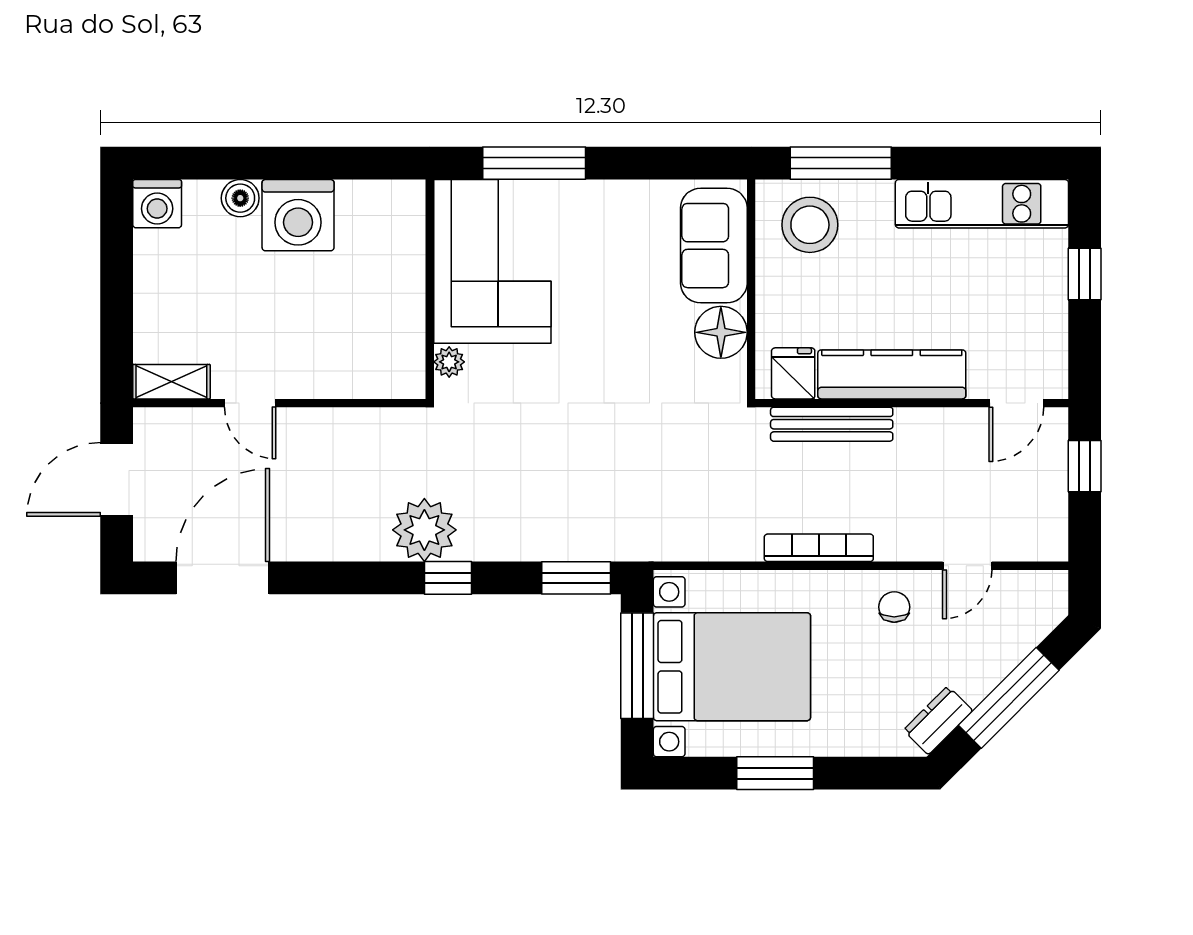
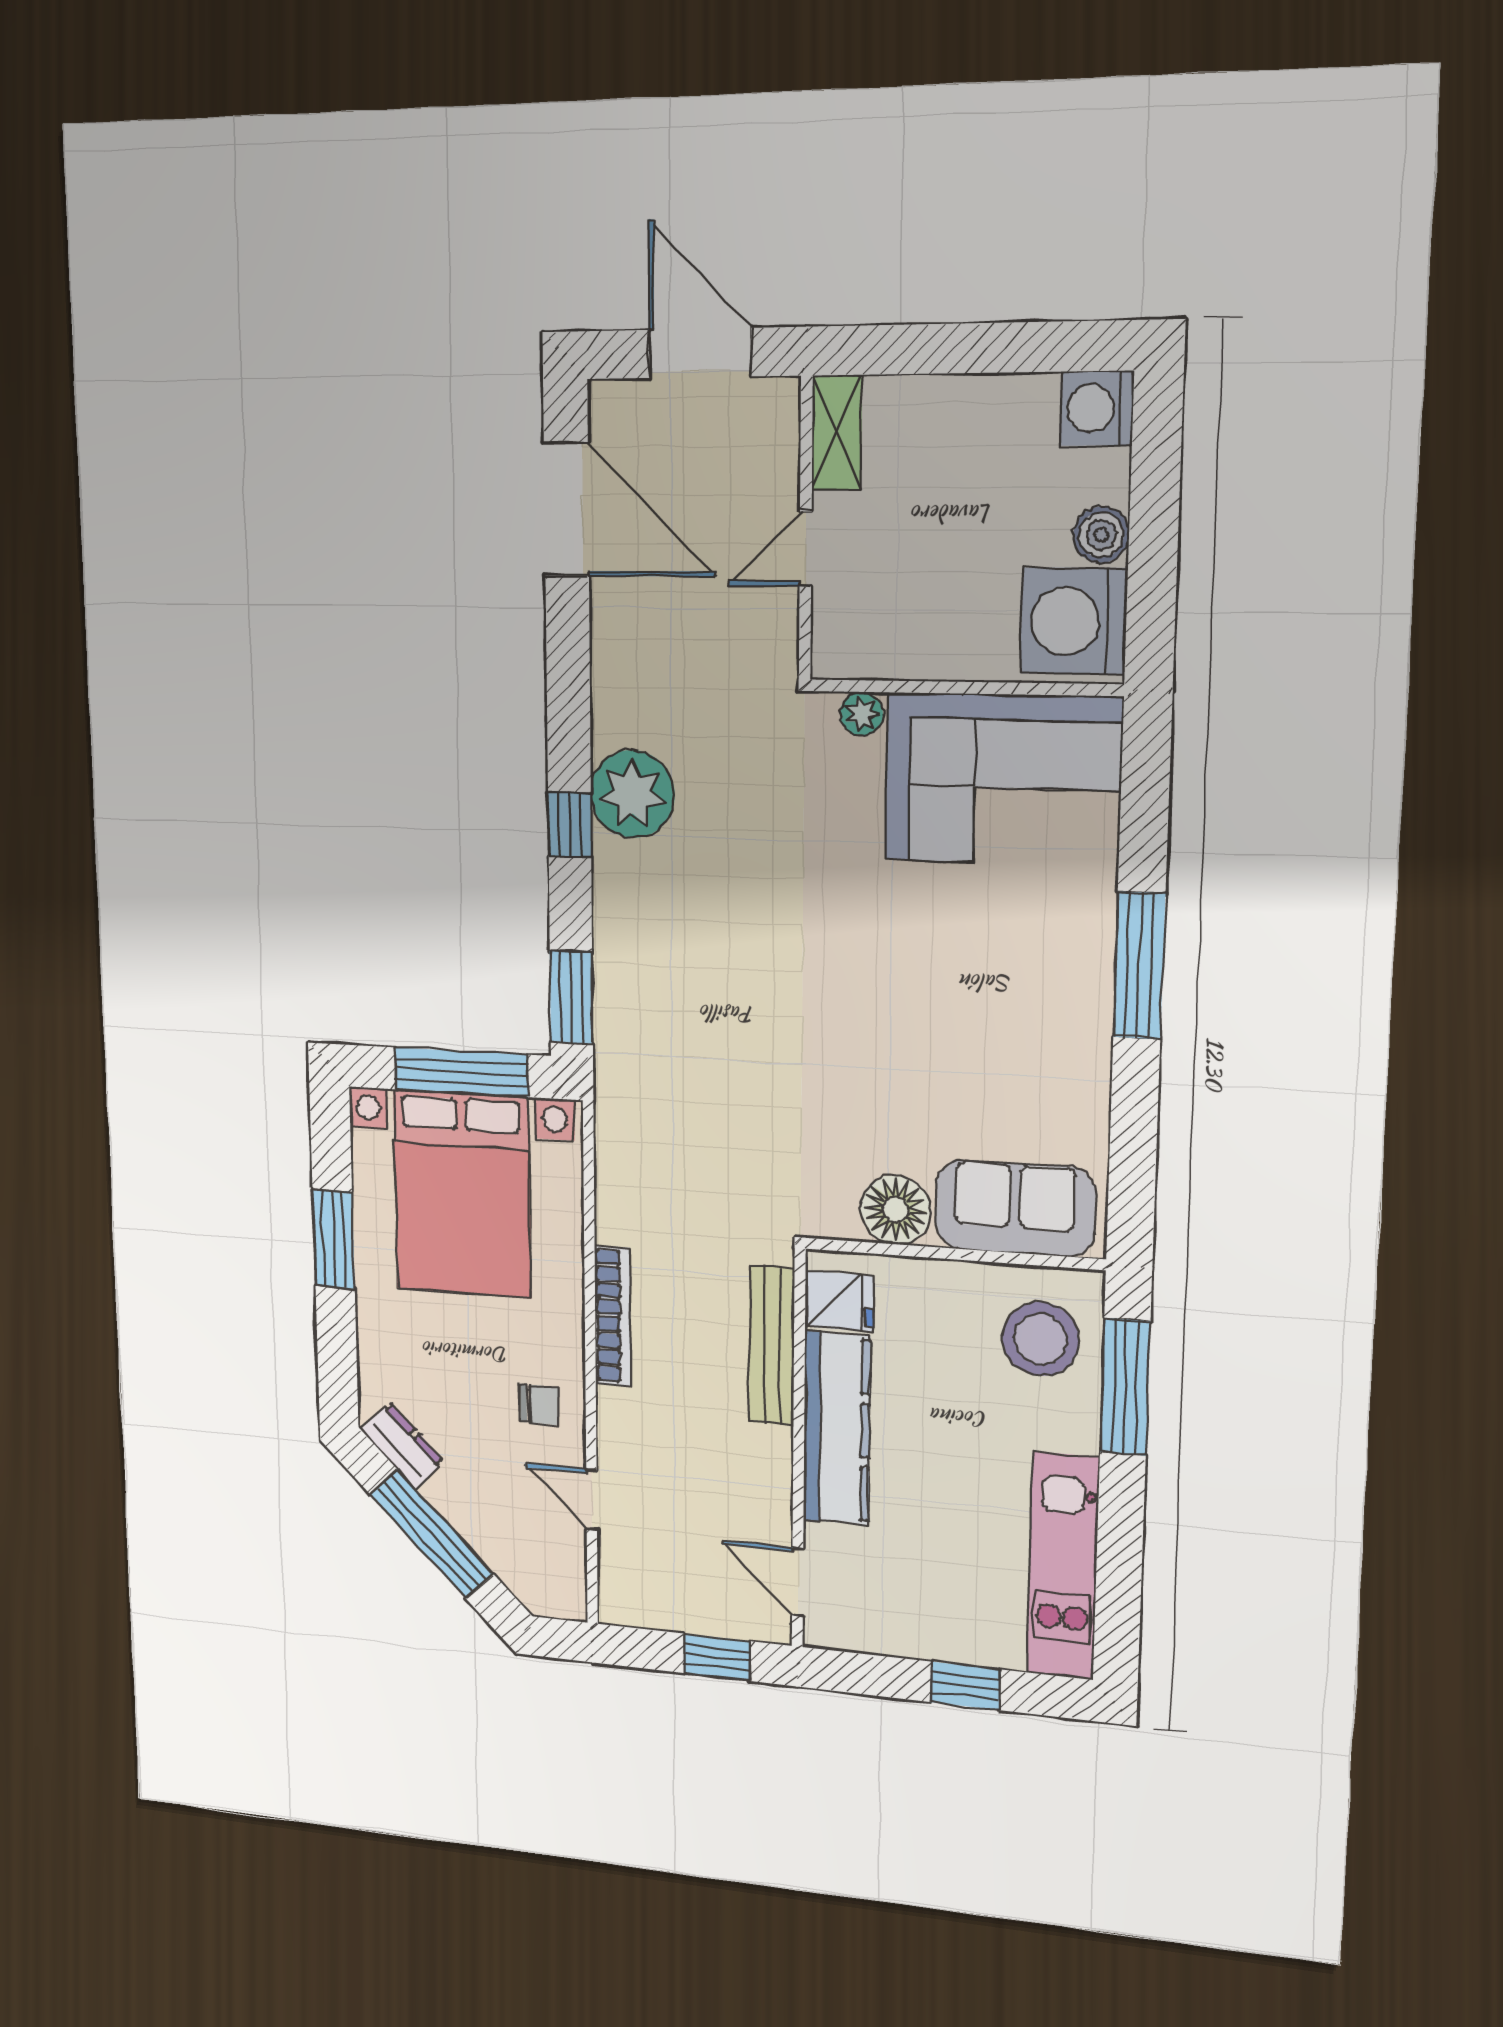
corner sofa: (492, 261) -> (1003, 779), moved
wall: (430, 289) -> (965, 688), moved
plant: (449, 362) -> (861, 714), moved

